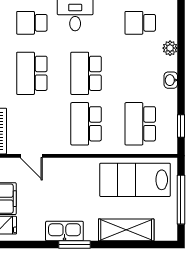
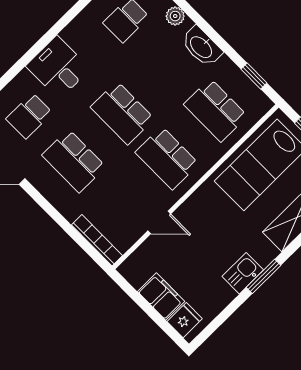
washbasin: (171, 80) -> (201, 47), width x1.91, depth x1.45
door: (31, 156) -> (159, 222), moved
kitchen sink: (64, 231) -> (243, 273), width x0.73

